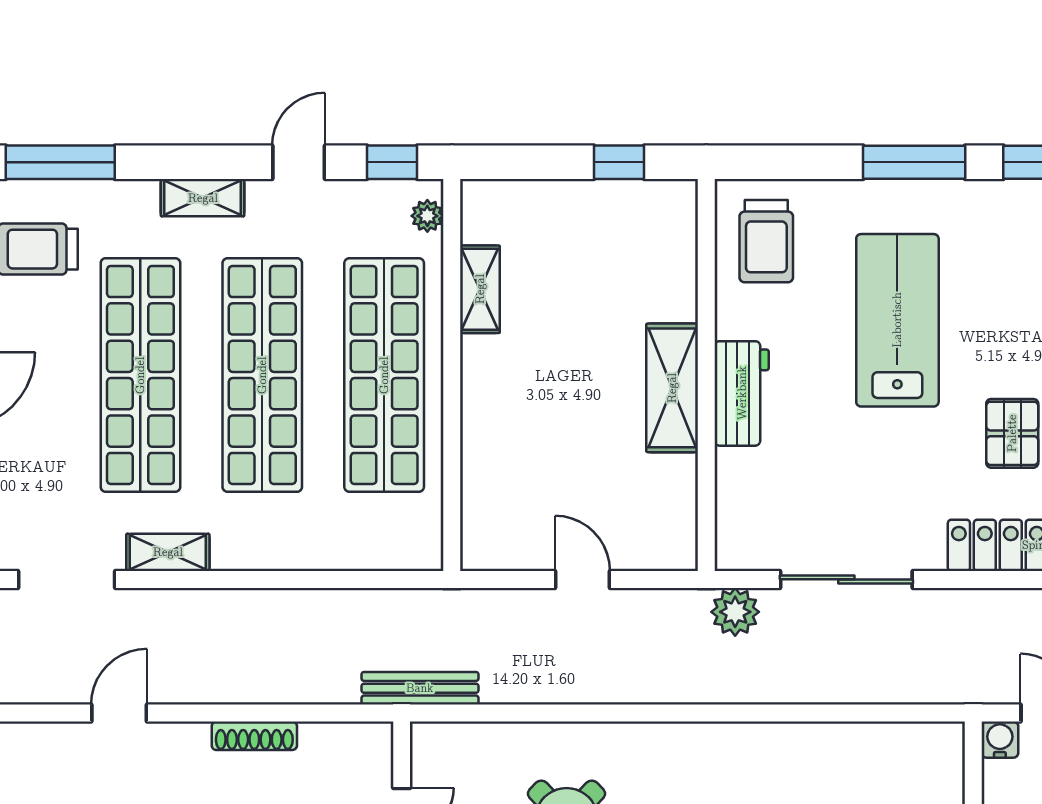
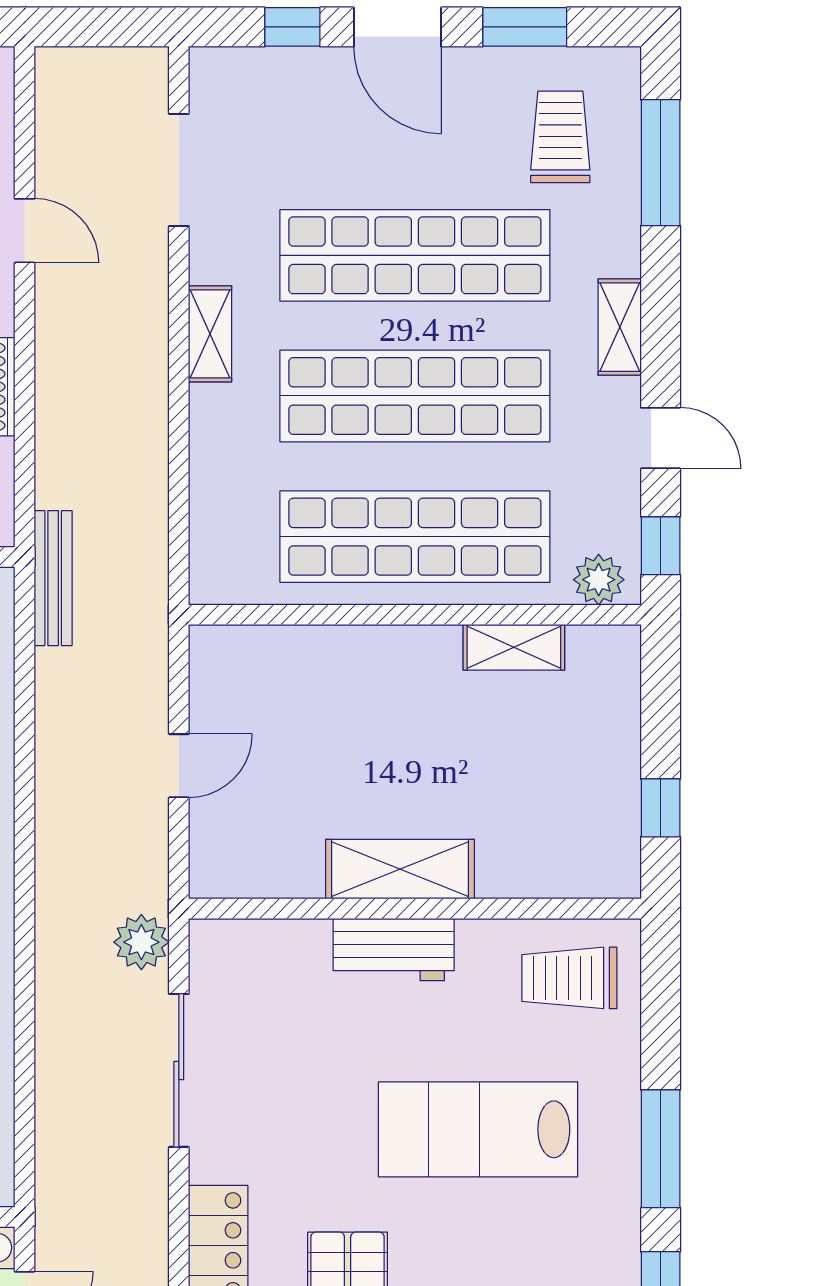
plant: (427, 216) -> (599, 580), width x1.38, depth x1.38
lab bench: (897, 320) -> (478, 1129), turned 180
shelving: (168, 552) -> (210, 334), moved

